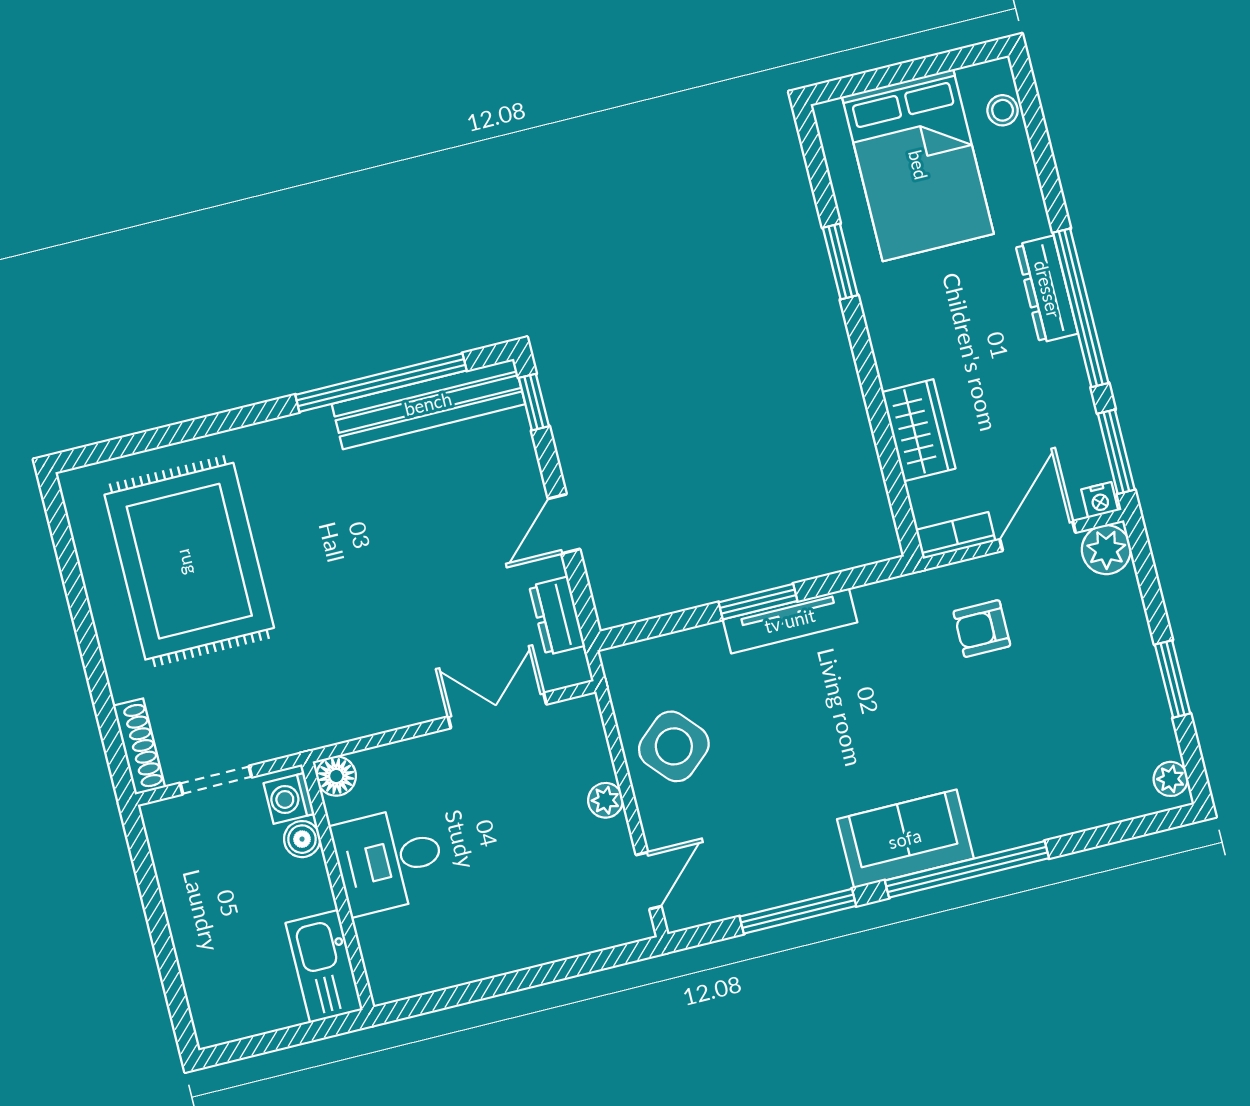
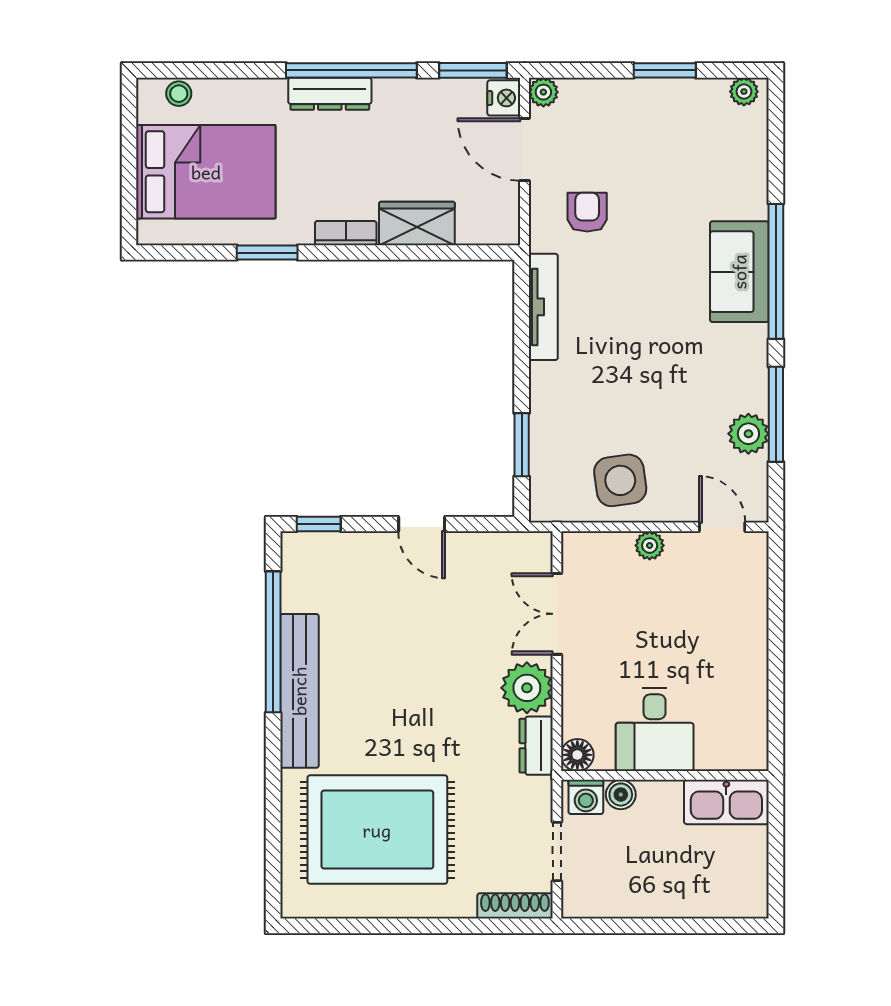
bench: (428, 404) -> (299, 691), moved
nightstand: (1100, 500) -> (504, 98), width x1.39, depth x1.35
bookcase: (956, 535) -> (346, 233), moved, turned 90
plant: (1106, 550) -> (543, 92), width x0.73, depth x0.73
window: (758, 602) -> (522, 445), moved
dresser: (557, 616) -> (536, 746), moved, turned 90
tv unit: (790, 621) -> (543, 307), moved
armchair: (982, 629) -> (587, 212), turned 180
plant: (401, 697) -> (527, 688), added
side table: (674, 746) -> (620, 480), turned 33
sofa: (905, 839) -> (739, 272), moved
plant: (767, 885) -> (748, 434), added

